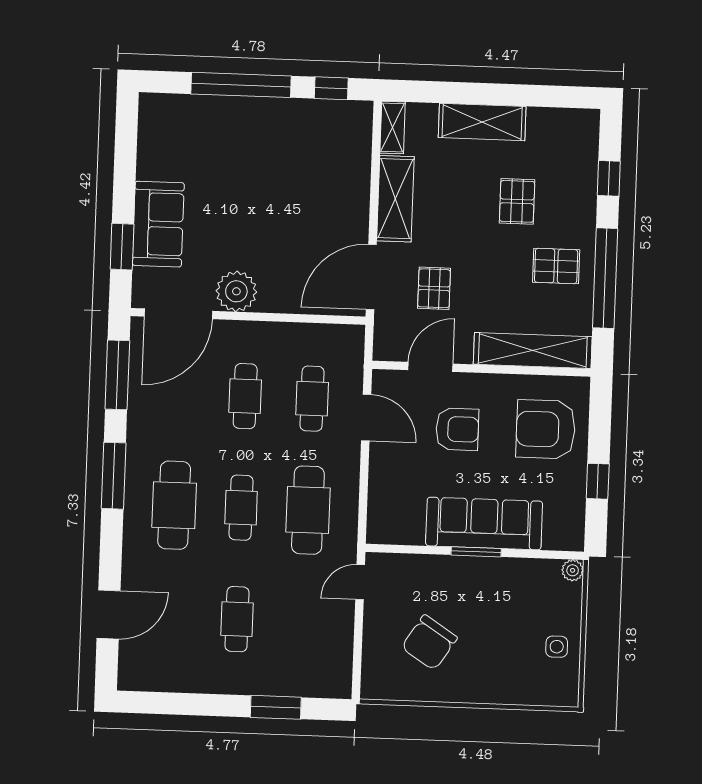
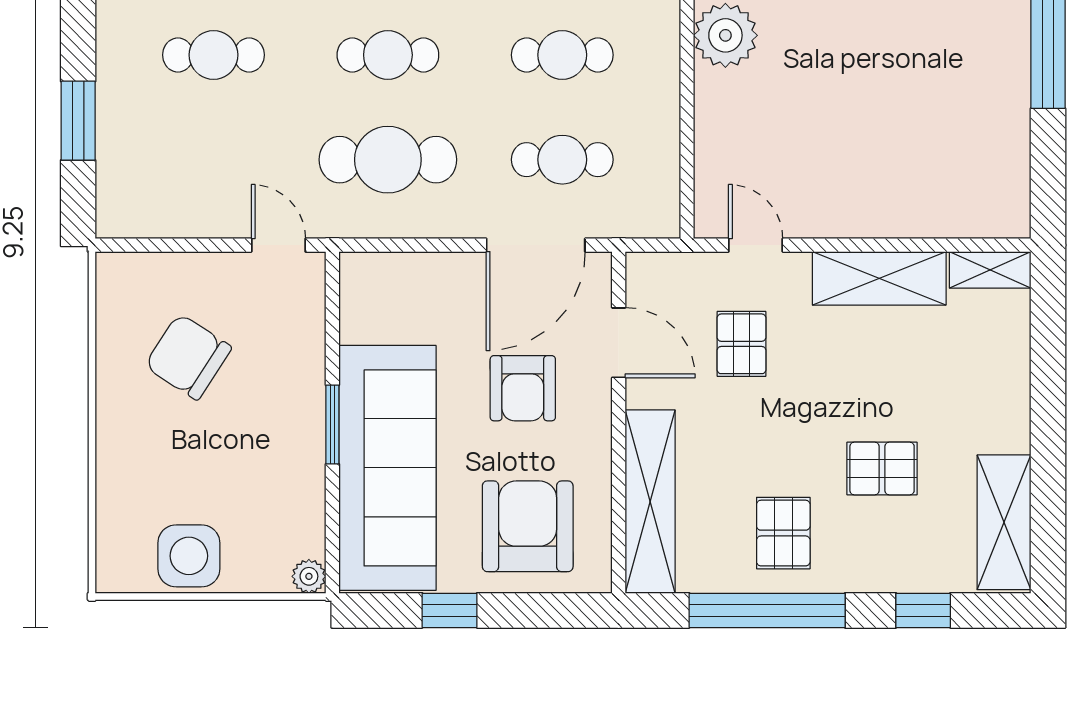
window: (331, 88) -> (1048, 172), removed
shelving: (482, 122) -> (1004, 522), moved
door: (371, 277) -> (756, 245), width x0.53
pallet: (434, 288) -> (741, 344), turned 90
door: (366, 418) -> (536, 245), width x1.36
sofa: (484, 523) -> (387, 468), width x1.36, depth x1.27
side table: (557, 647) -> (189, 556), width x1.87, depth x1.87

